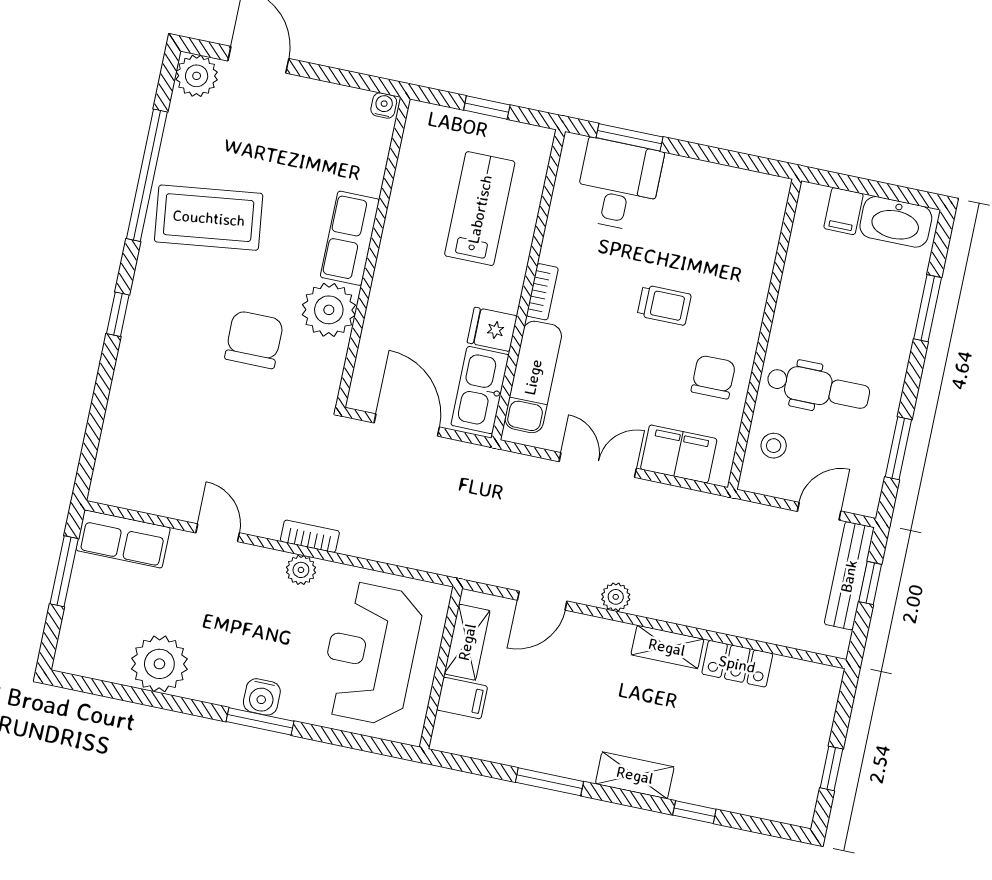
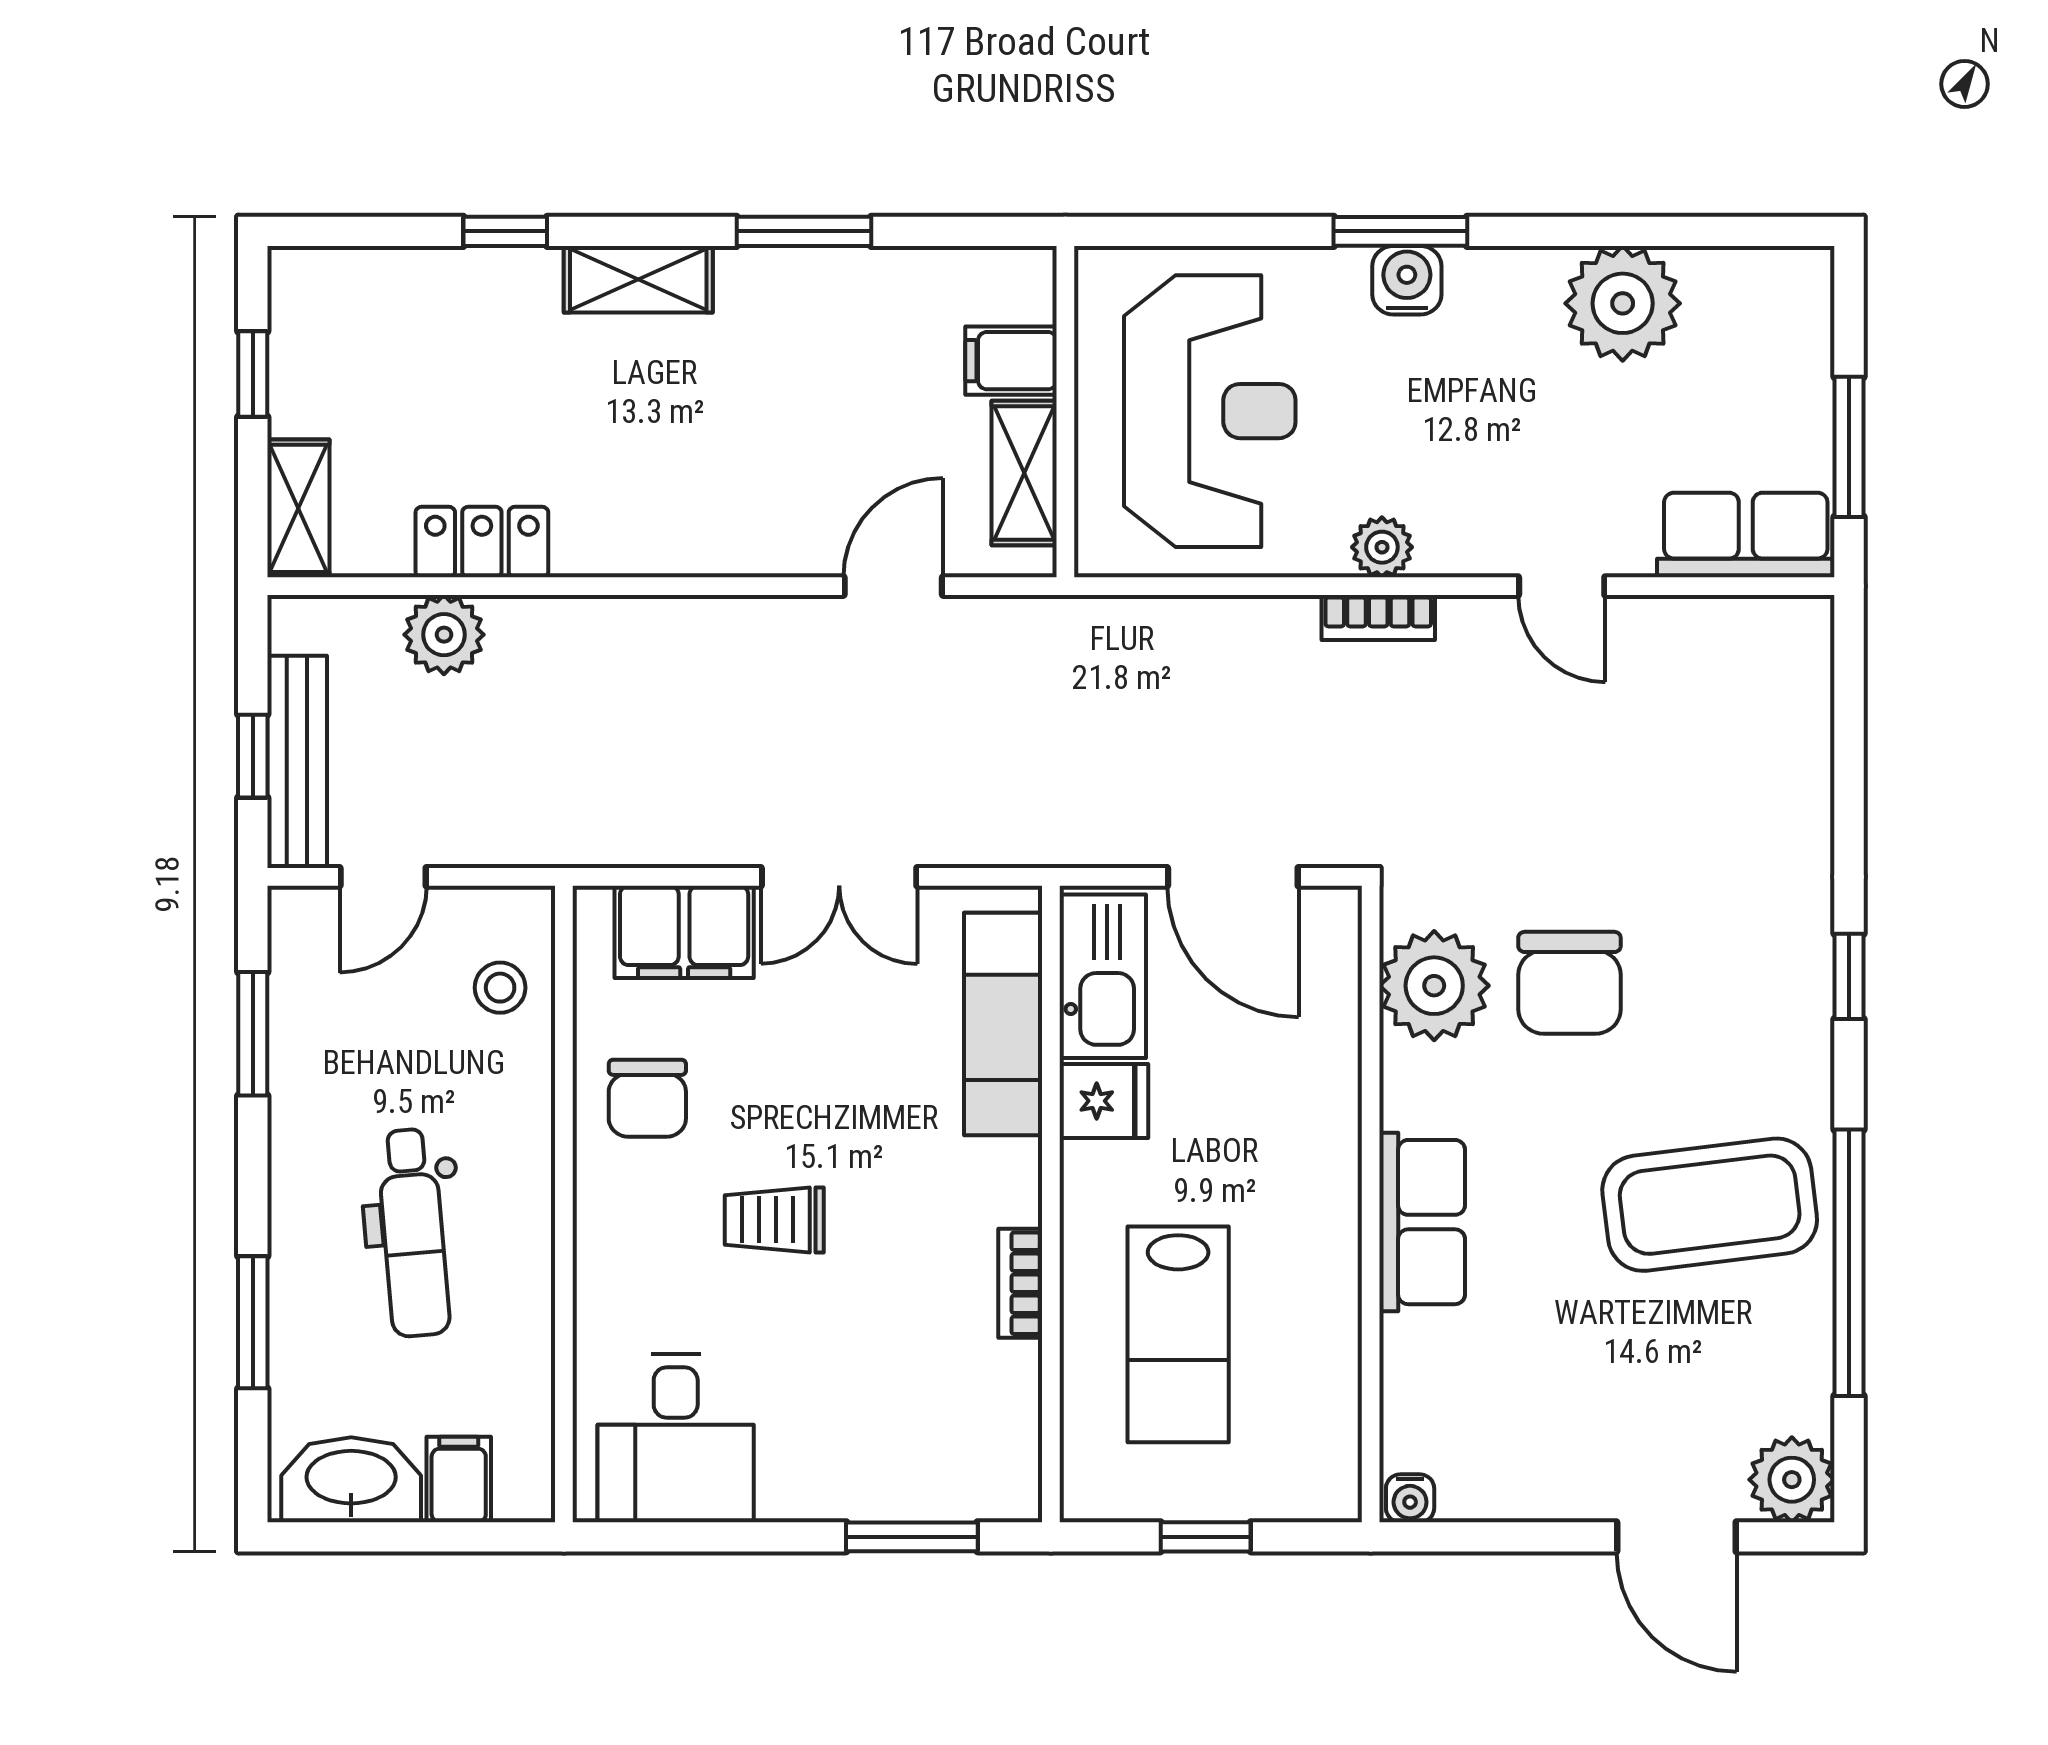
desk: (619, 185) -> (676, 1438), moved
bookcase: (542, 292) -> (1020, 1283), moved
plant: (329, 310) -> (1434, 986), moved
dental chair: (818, 388) -> (413, 1233), moved, turned -95
plant: (616, 597) -> (444, 635), moved, width x1.38, depth x1.38
shelving: (667, 647) -> (298, 508), moved, turned 90

